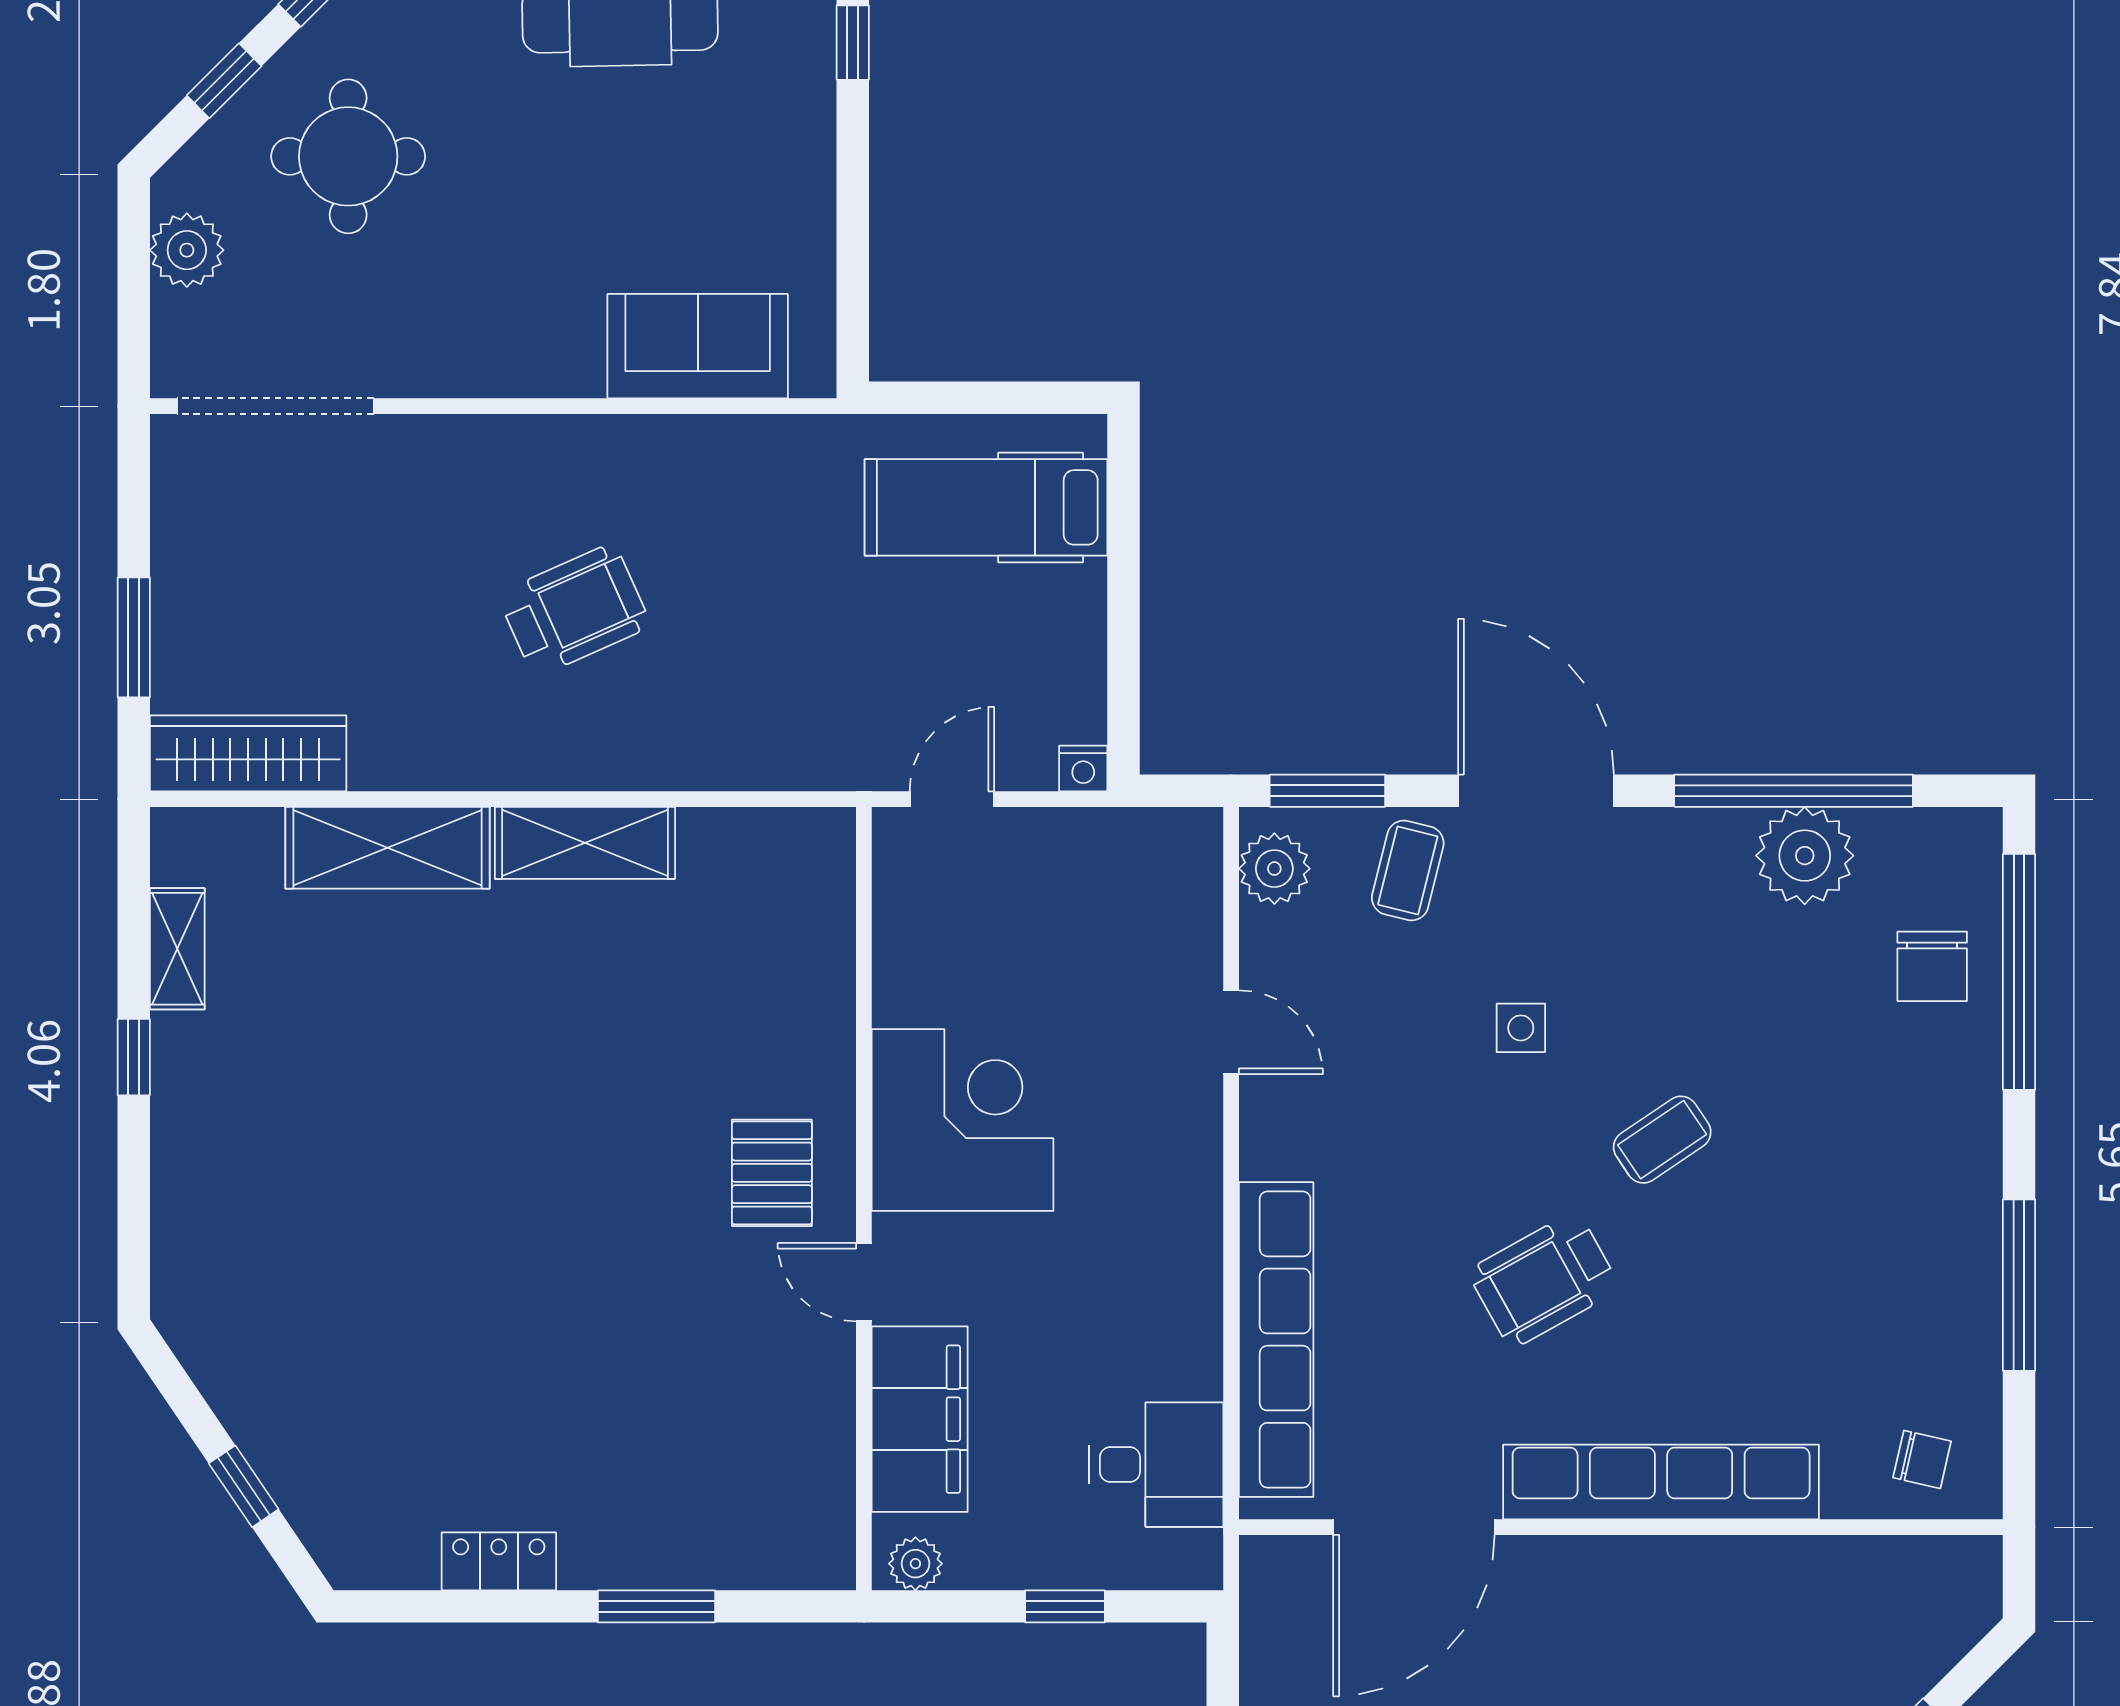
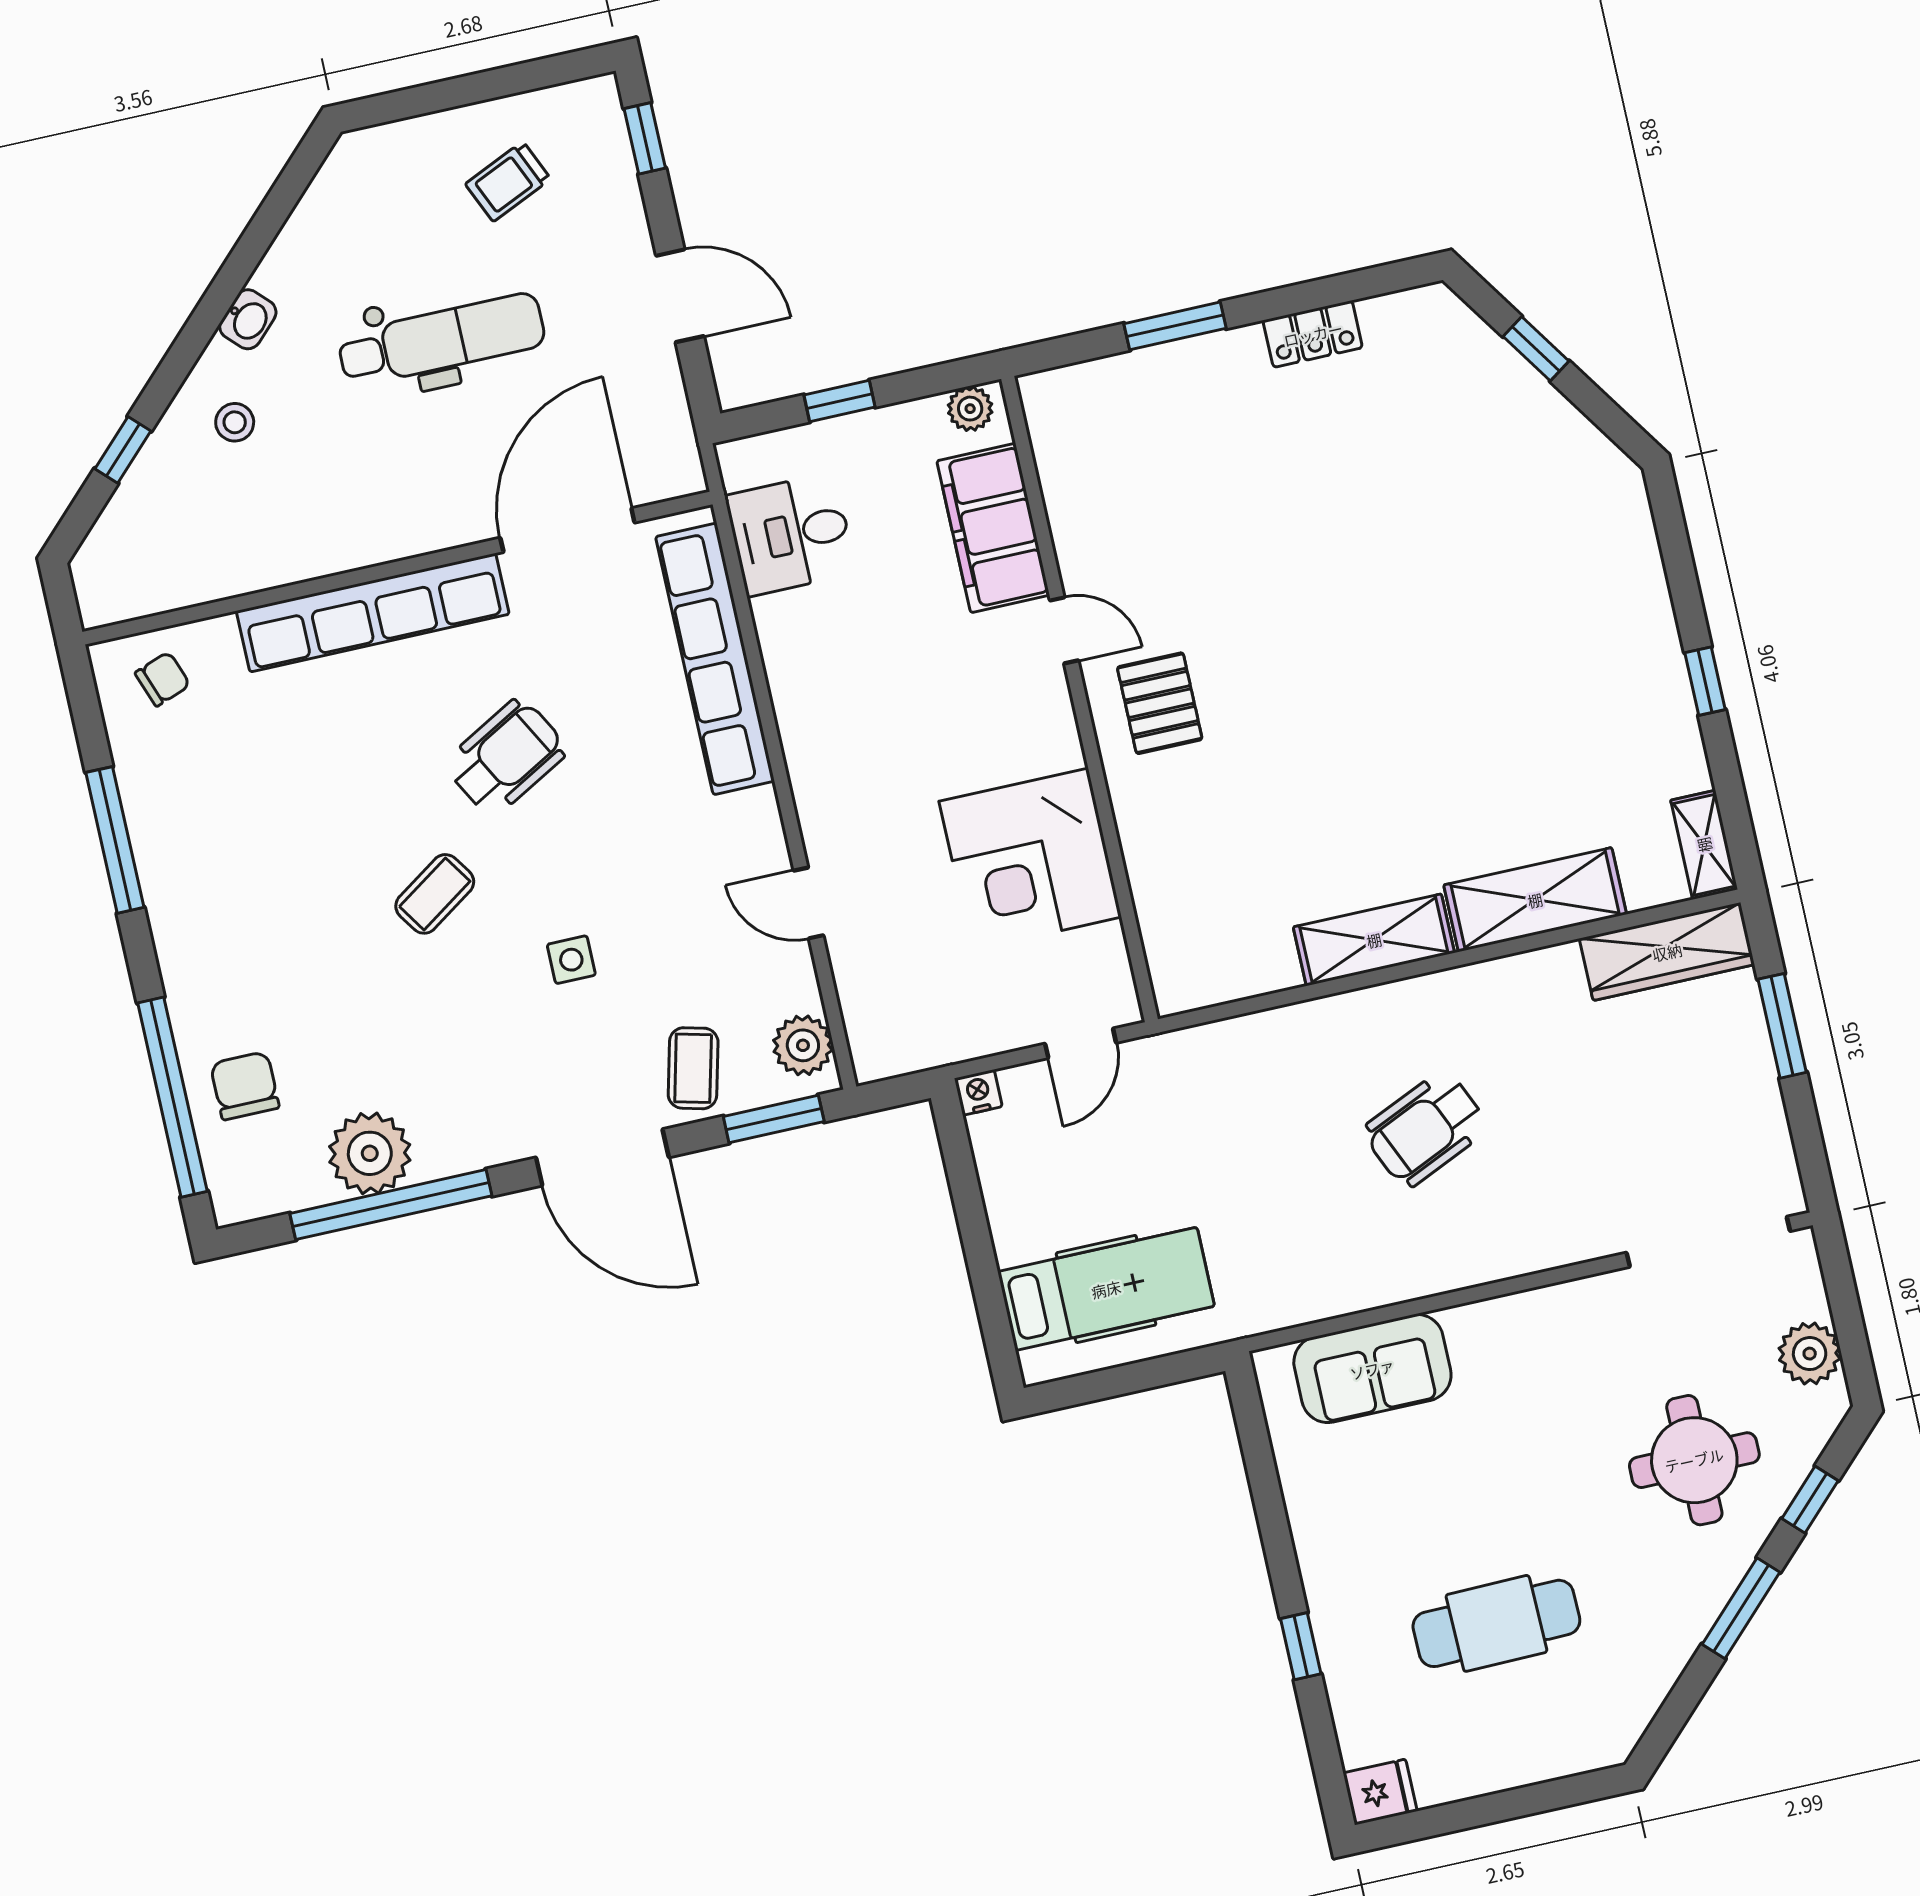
shelving: (177, 949) -> (1704, 845), moved
corner desk: (962, 1120) -> (1030, 859), moved
chair: (1922, 1459) -> (163, 679), turned 147

